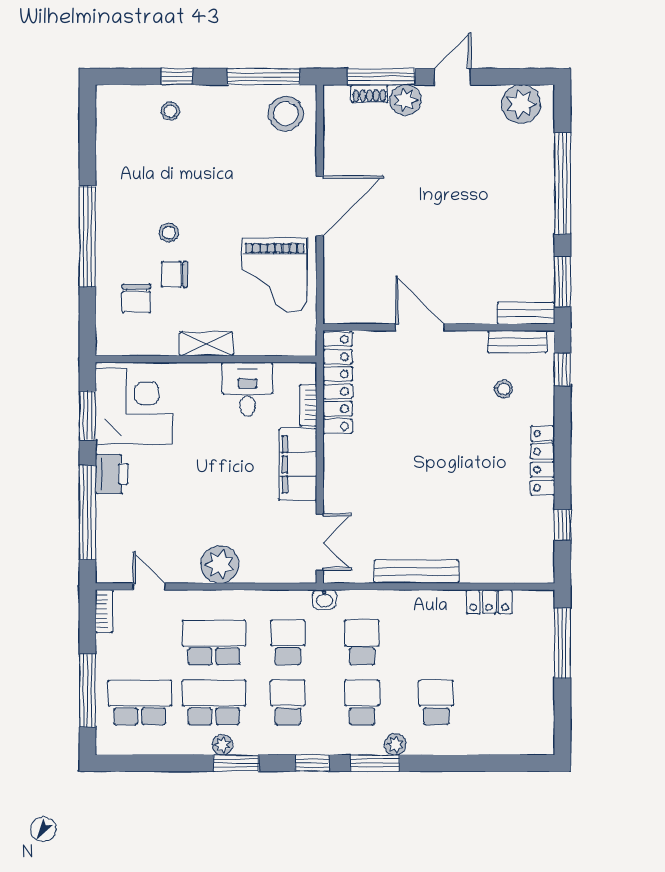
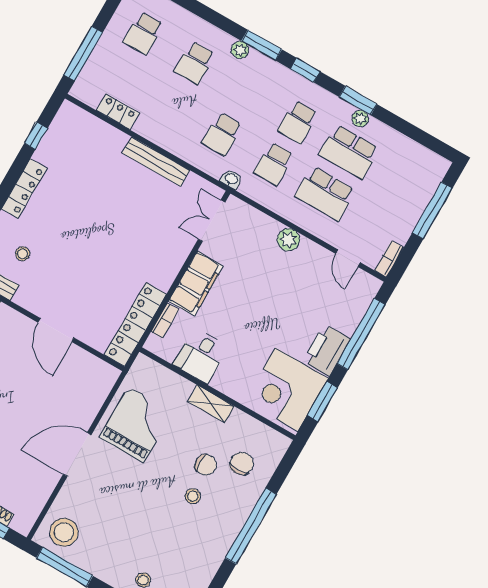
printer: (112, 474) -> (327, 350), width x1.37, depth x1.19
plant: (220, 564) -> (288, 240), width x0.73, depth x0.73
school desk: (140, 702) -> (401, 181), removed
school desk: (362, 702) -> (143, 33), moved

